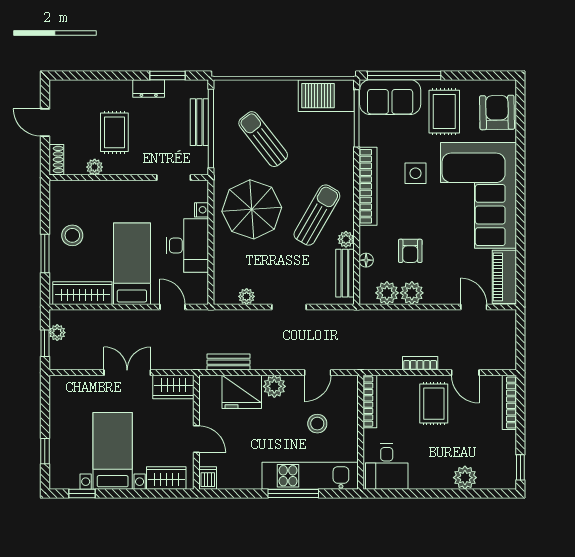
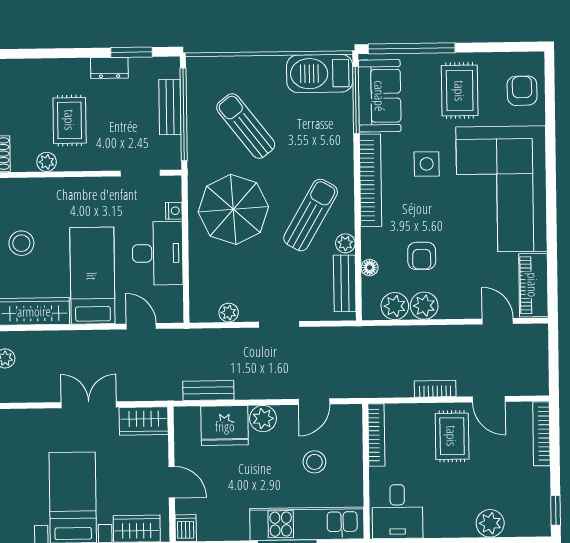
sofa: (390, 97) -> (380, 96), moved, turned -90
armchair: (497, 112) -> (522, 91), width x0.72, depth x0.72

